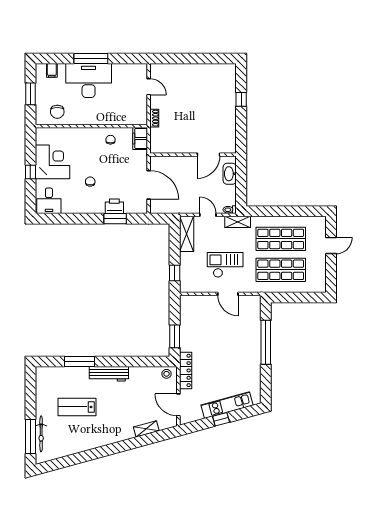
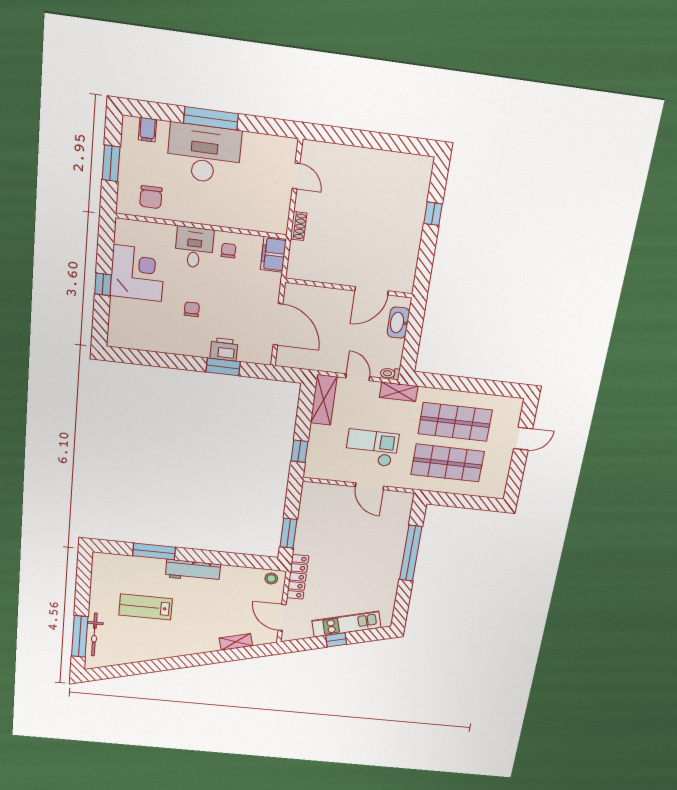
desk: (49, 201) -> (194, 247), moved, turned 180

